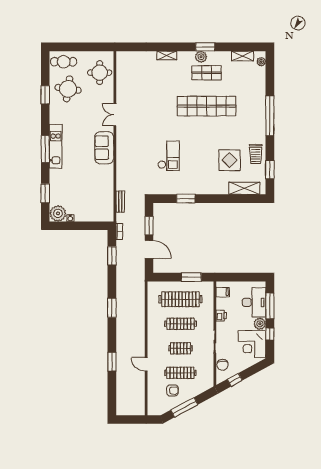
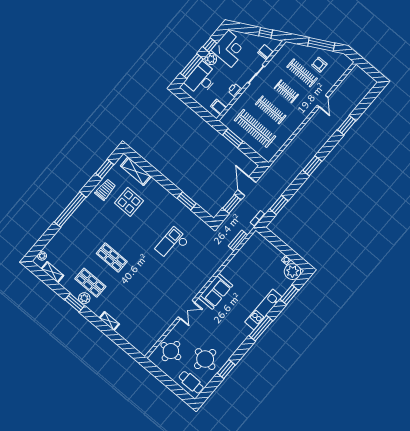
shop shelf: (206, 106) -> (112, 257), width x0.50, depth x0.74
kitchen unit: (56, 146) -> (263, 309), moved

